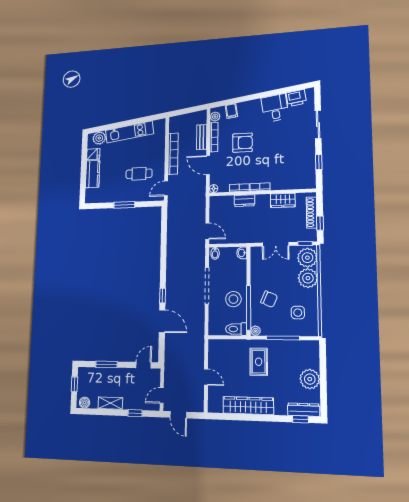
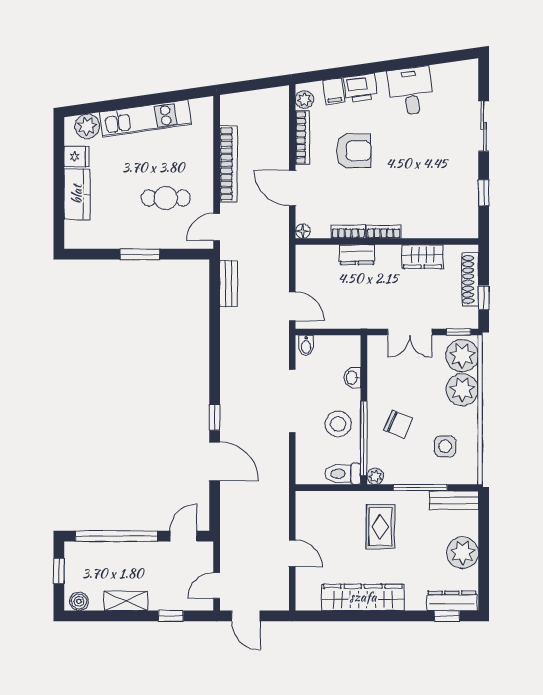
printer: (296, 98) -> (360, 88), moved
bench: (202, 137) -> (229, 284), moved
washbasin: (242, 253) -> (352, 378), moved
bench: (304, 346) -> (454, 500), added
window: (106, 364) -> (116, 536), width x2.11

